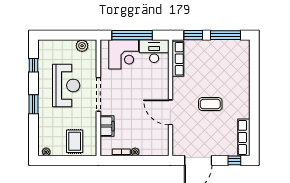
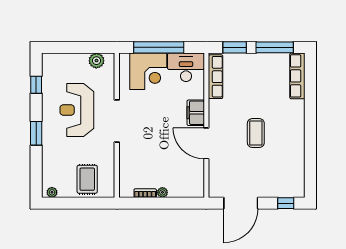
reception desk: (66, 85) -> (77, 110), turned 180
coffee table: (210, 104) -> (256, 133), turned 90
filing cabinet: (107, 126) -> (196, 113), moved, turned 180
row of seats: (244, 137) -> (297, 76), moved

